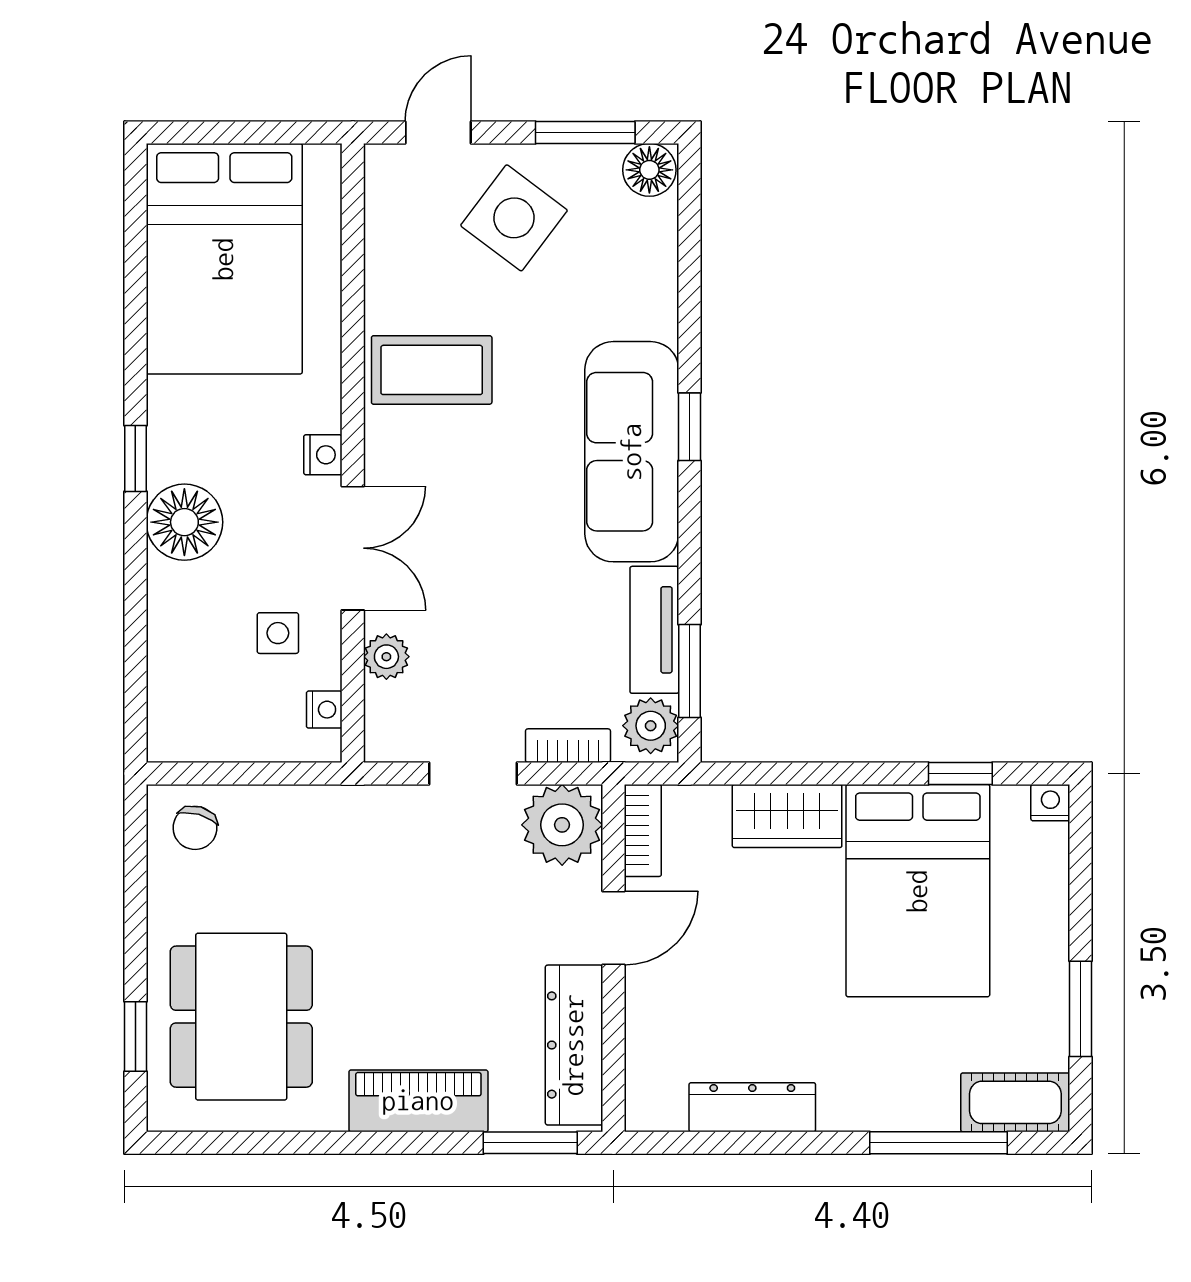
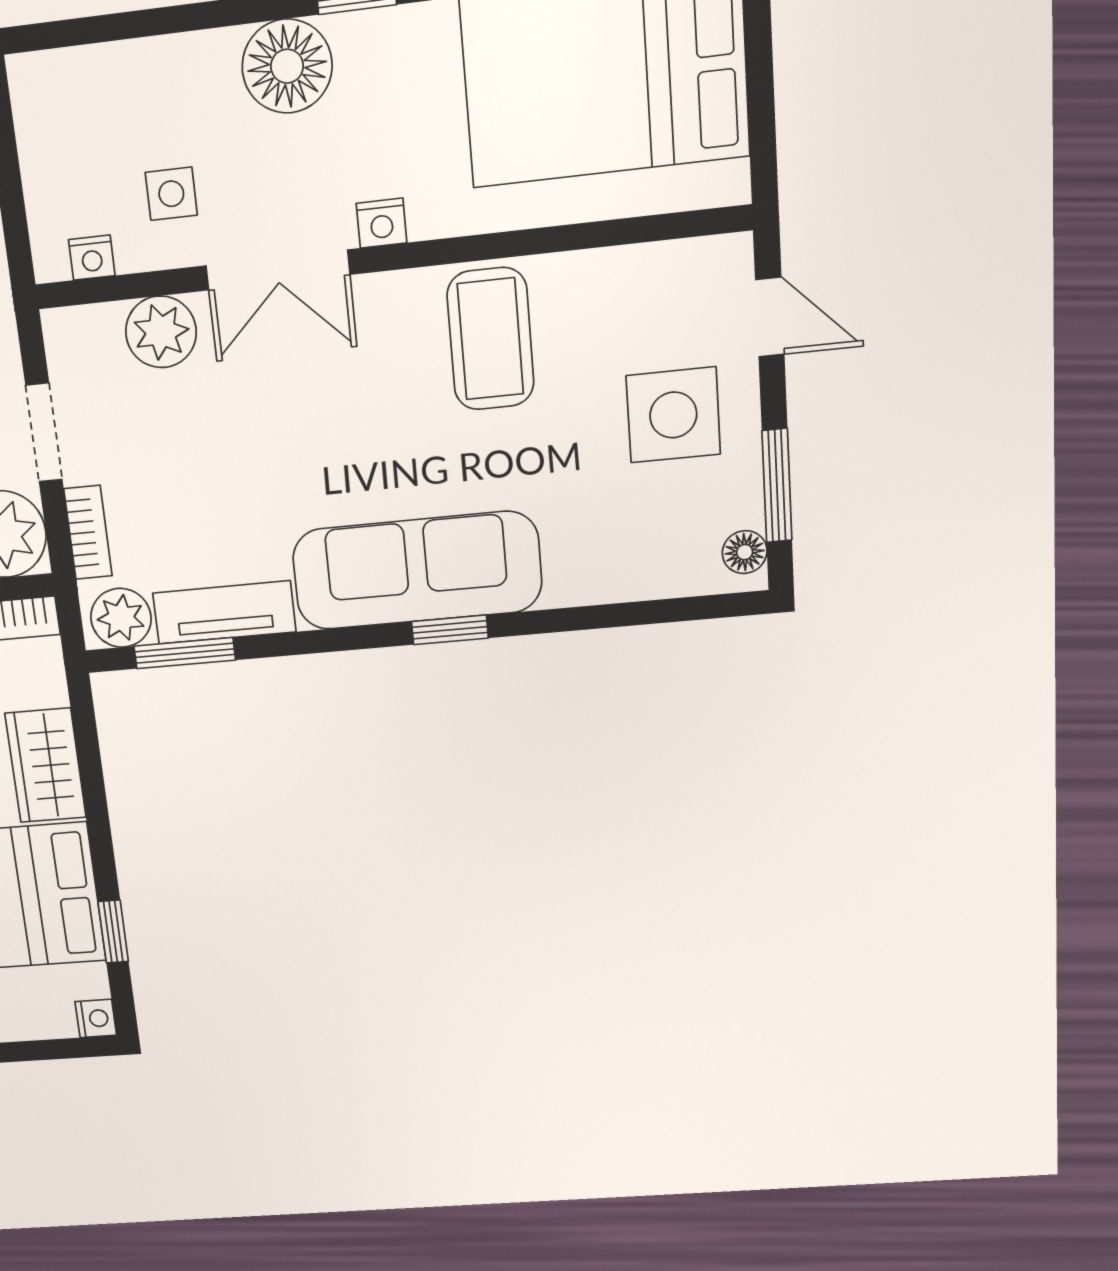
floor lamp: (649, 170) -> (745, 552), width x0.73, depth x0.73
side table: (514, 218) -> (673, 415), turned -37
plant: (386, 657) -> (161, 332), width x1.38, depth x1.38

